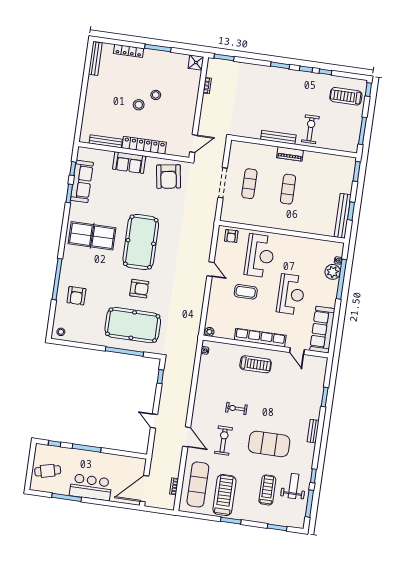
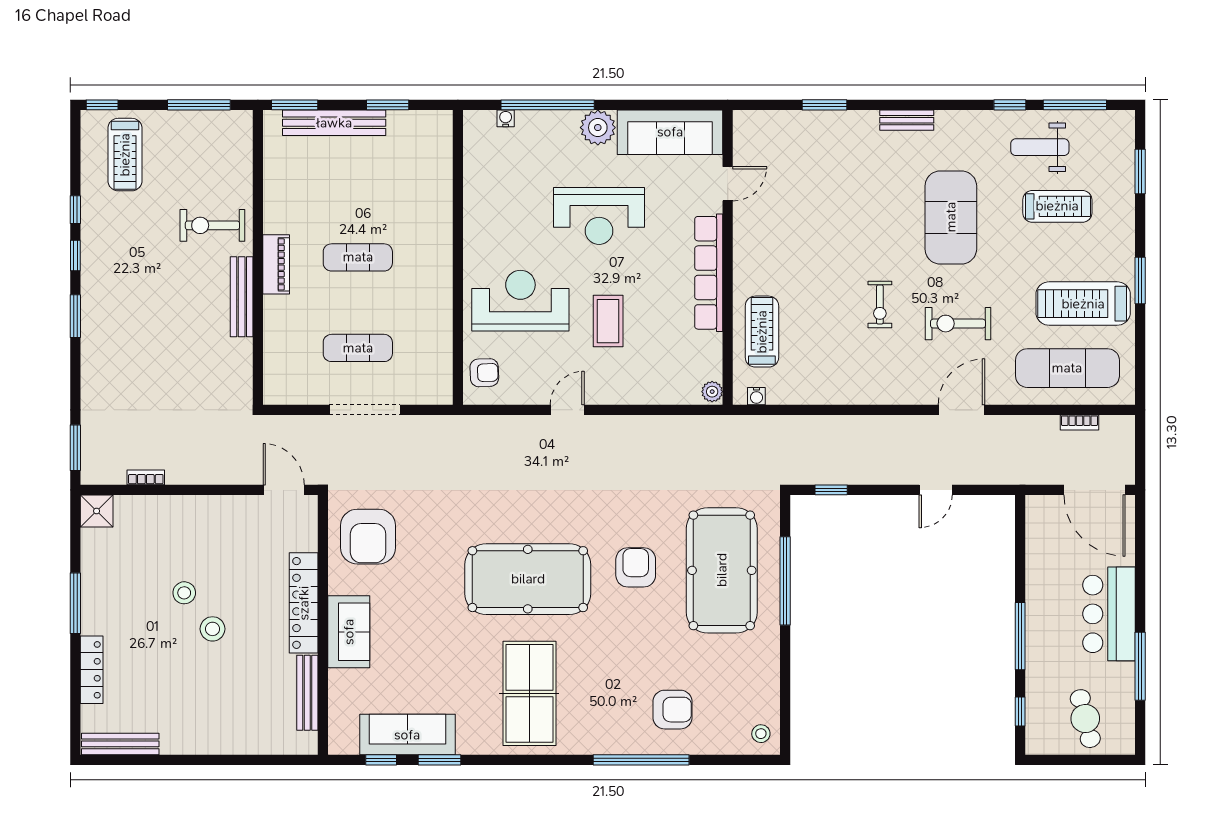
armchair: (169, 177) -> (368, 537), turned 99
bench: (343, 216) -> (334, 123), moved
plant: (333, 272) -> (598, 128), moved
reception desk: (291, 294) -> (599, 216), turned 180
treadmill: (256, 364) -> (762, 332), moved
treadmill: (267, 490) -> (1057, 206), turned 180

